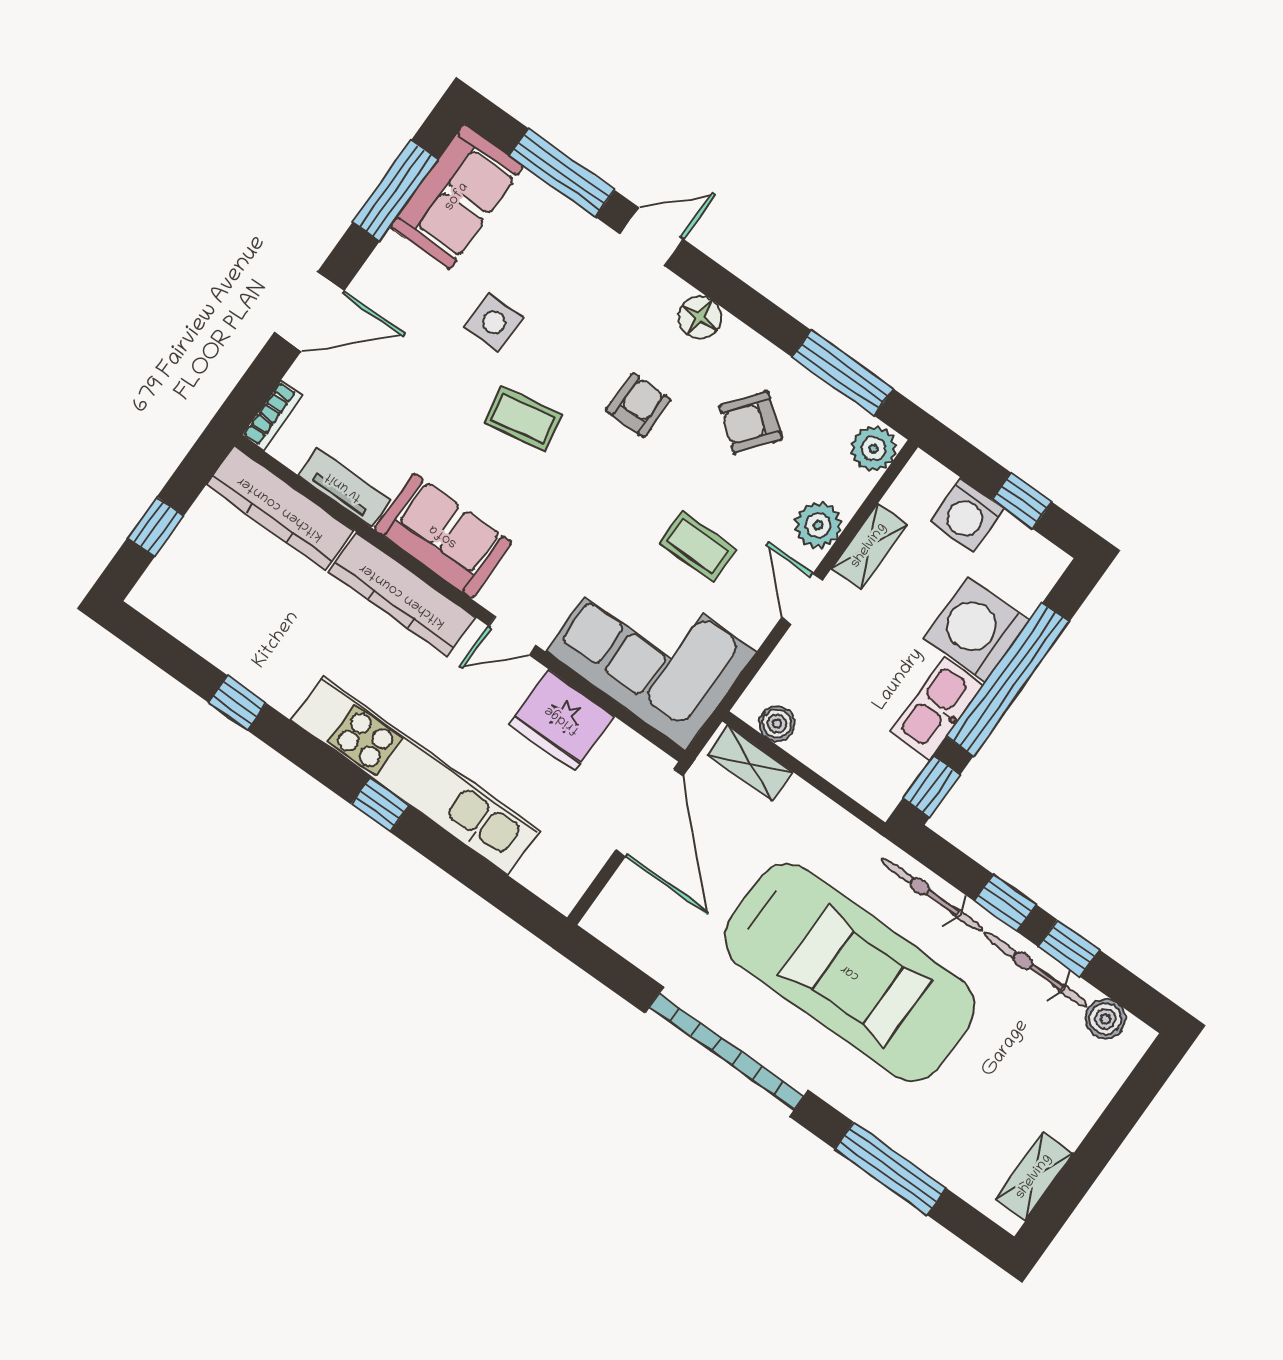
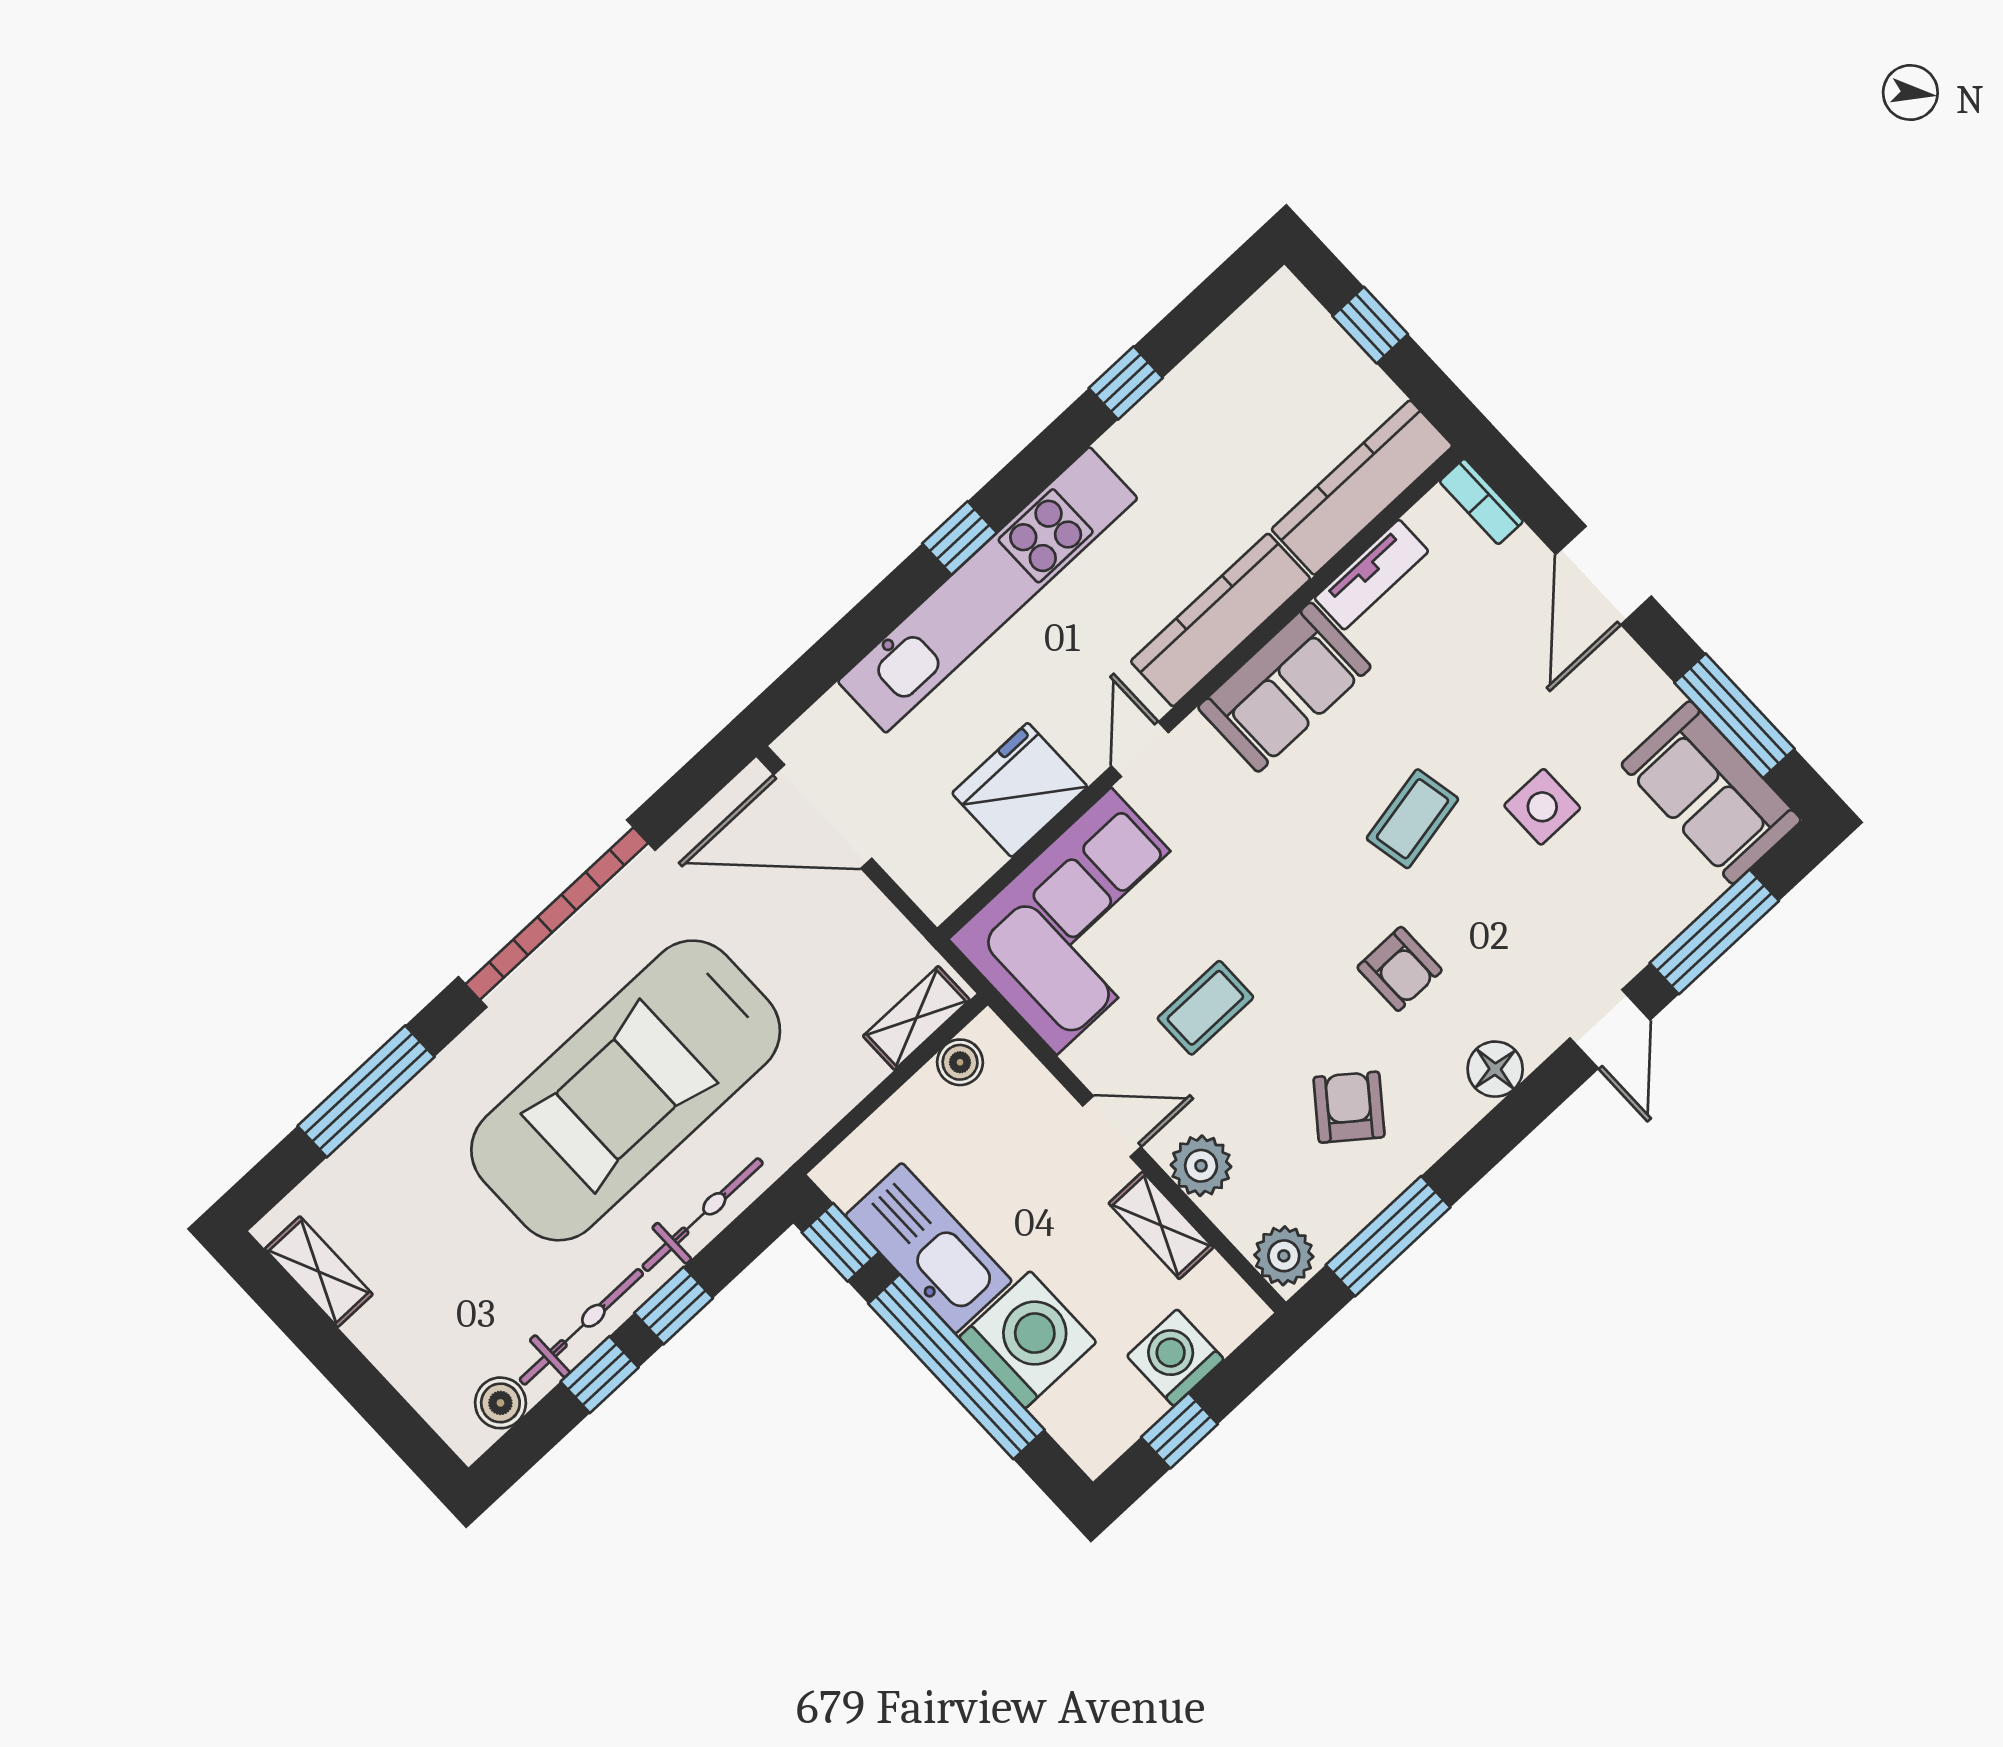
kitchen sink: (937, 708) -> (929, 1248), width x1.36, depth x1.24
door: (649, 813) -> (823, 817), moved

